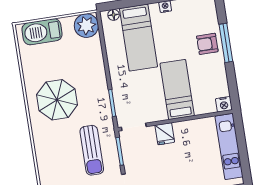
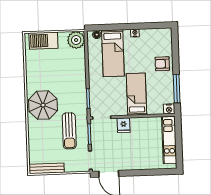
window: (226, 43) -> (177, 89), moved
parasol: (57, 100) -> (43, 105), moved

